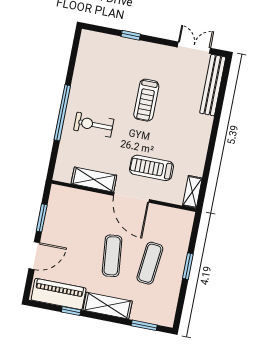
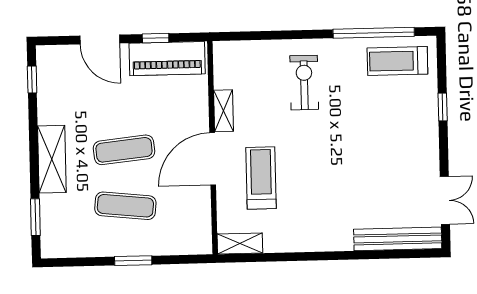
treadmill: (146, 100) -> (397, 61), moved
window: (62, 113) -> (374, 33), moved
shelving: (94, 180) -> (224, 111), width x0.67, depth x0.75
window: (42, 218) -> (156, 38), width x0.67
piano: (59, 294) -> (167, 59), moved, turned 90
window: (71, 311) -> (32, 79), moved

